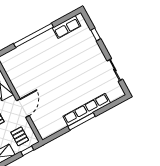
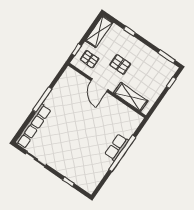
row of seats: (67, 27) -> (117, 147), moved
row of seats: (87, 110) -> (33, 126), moved

